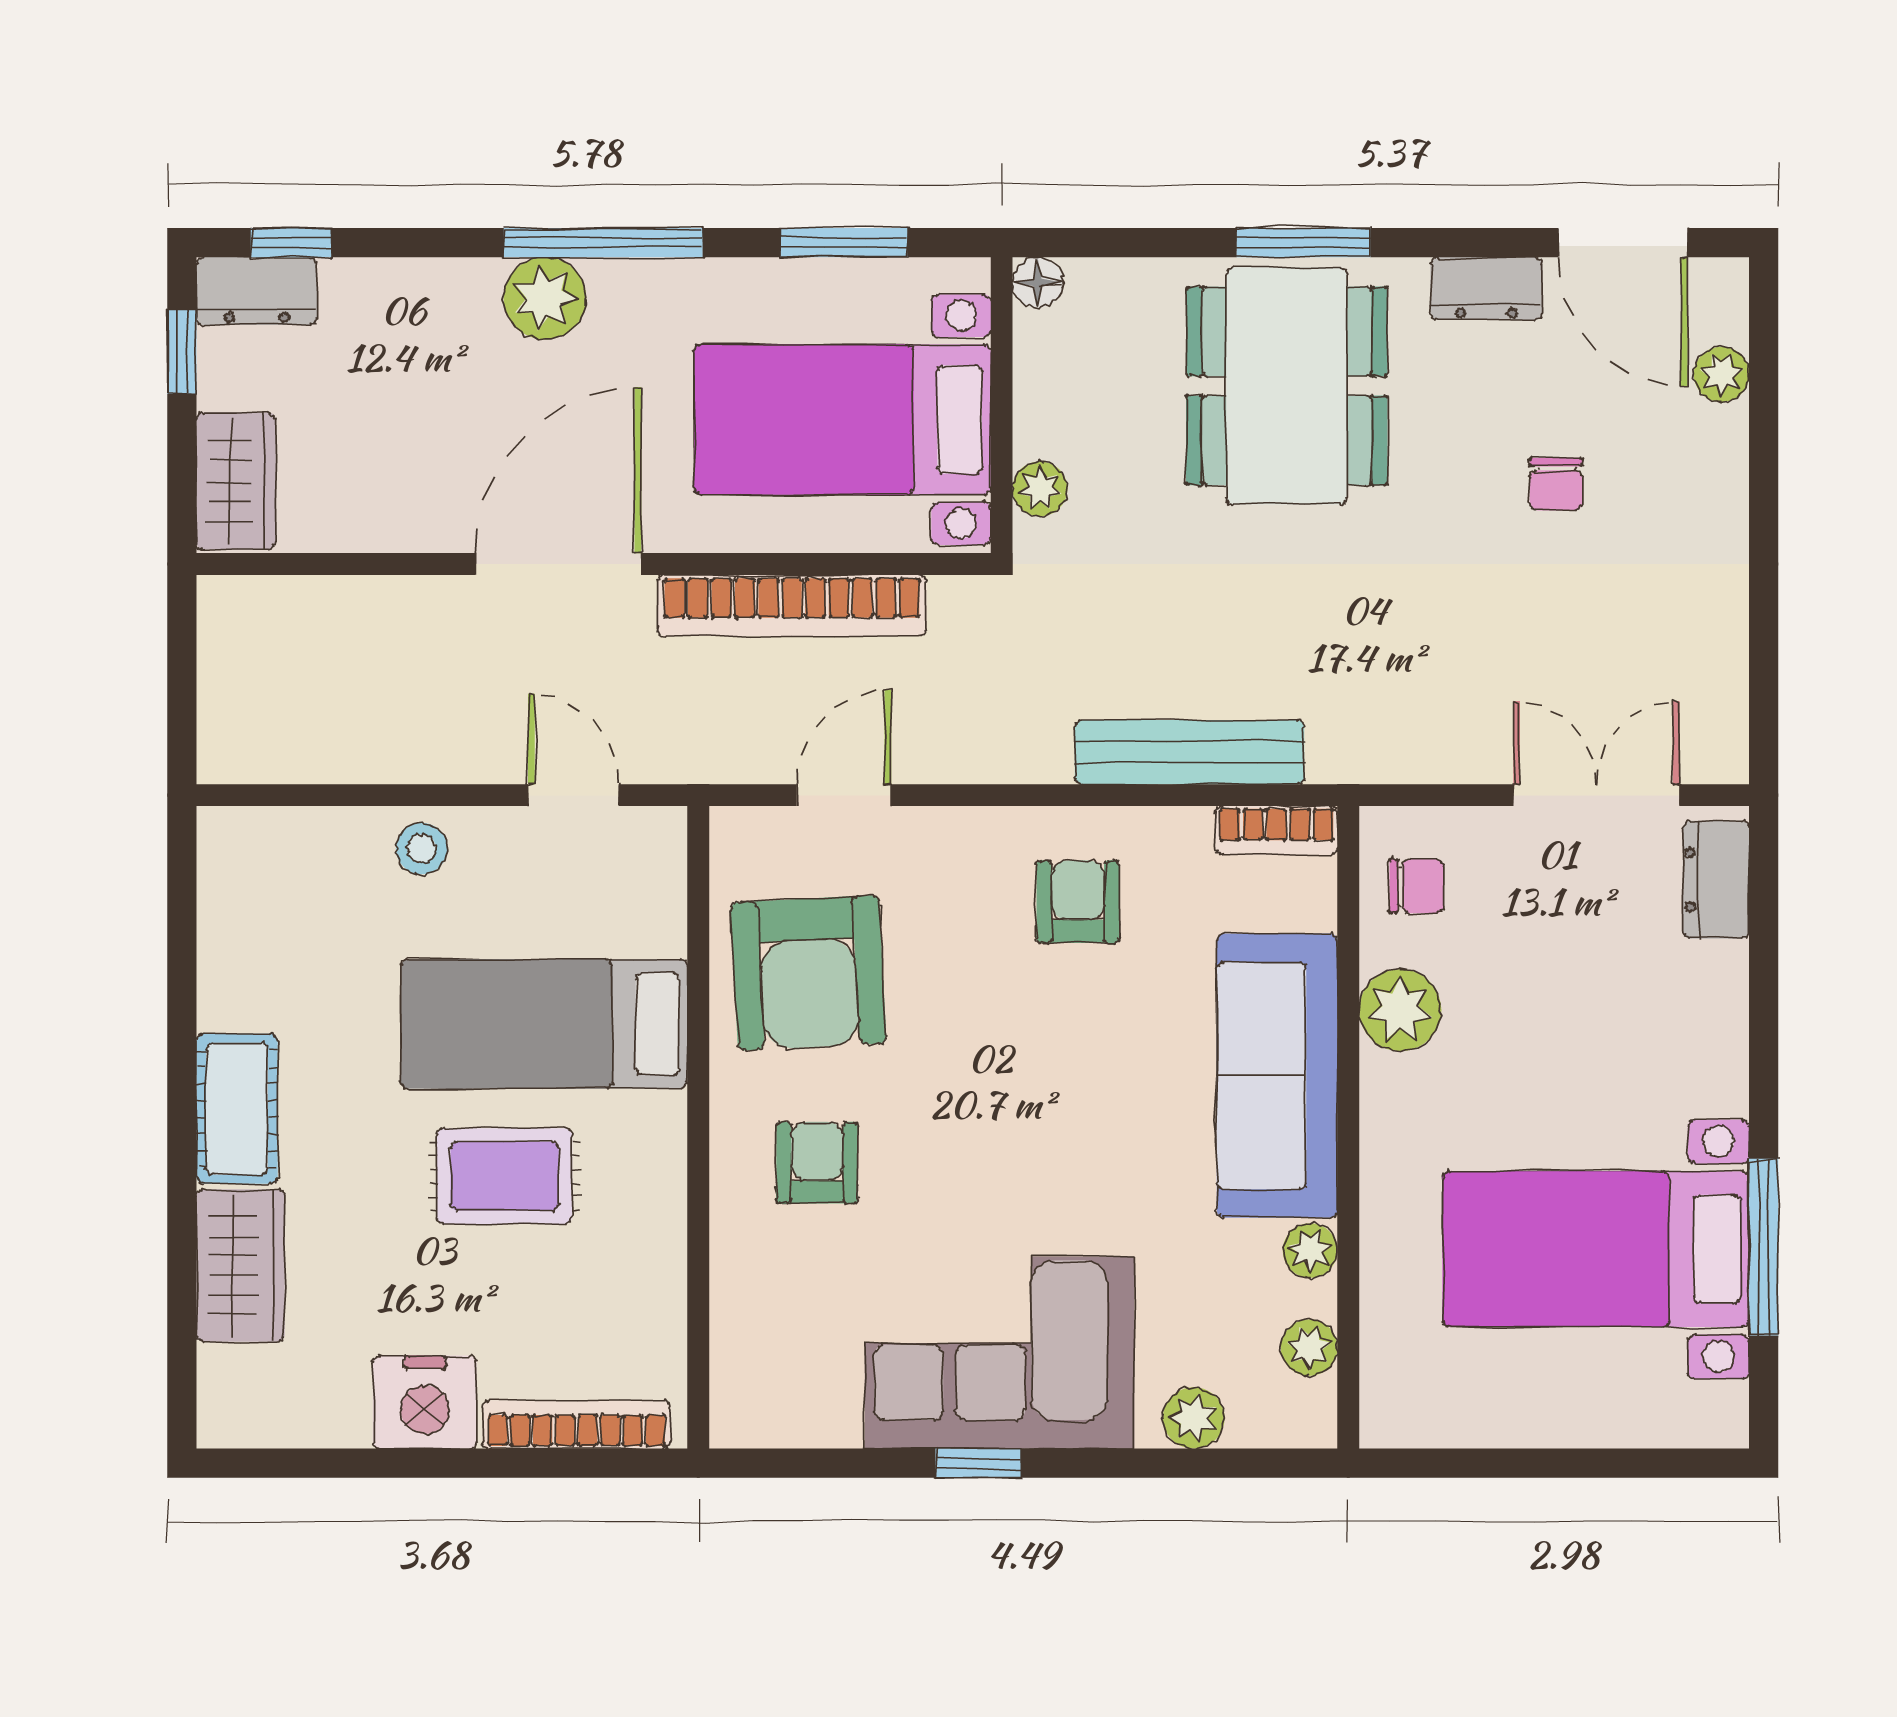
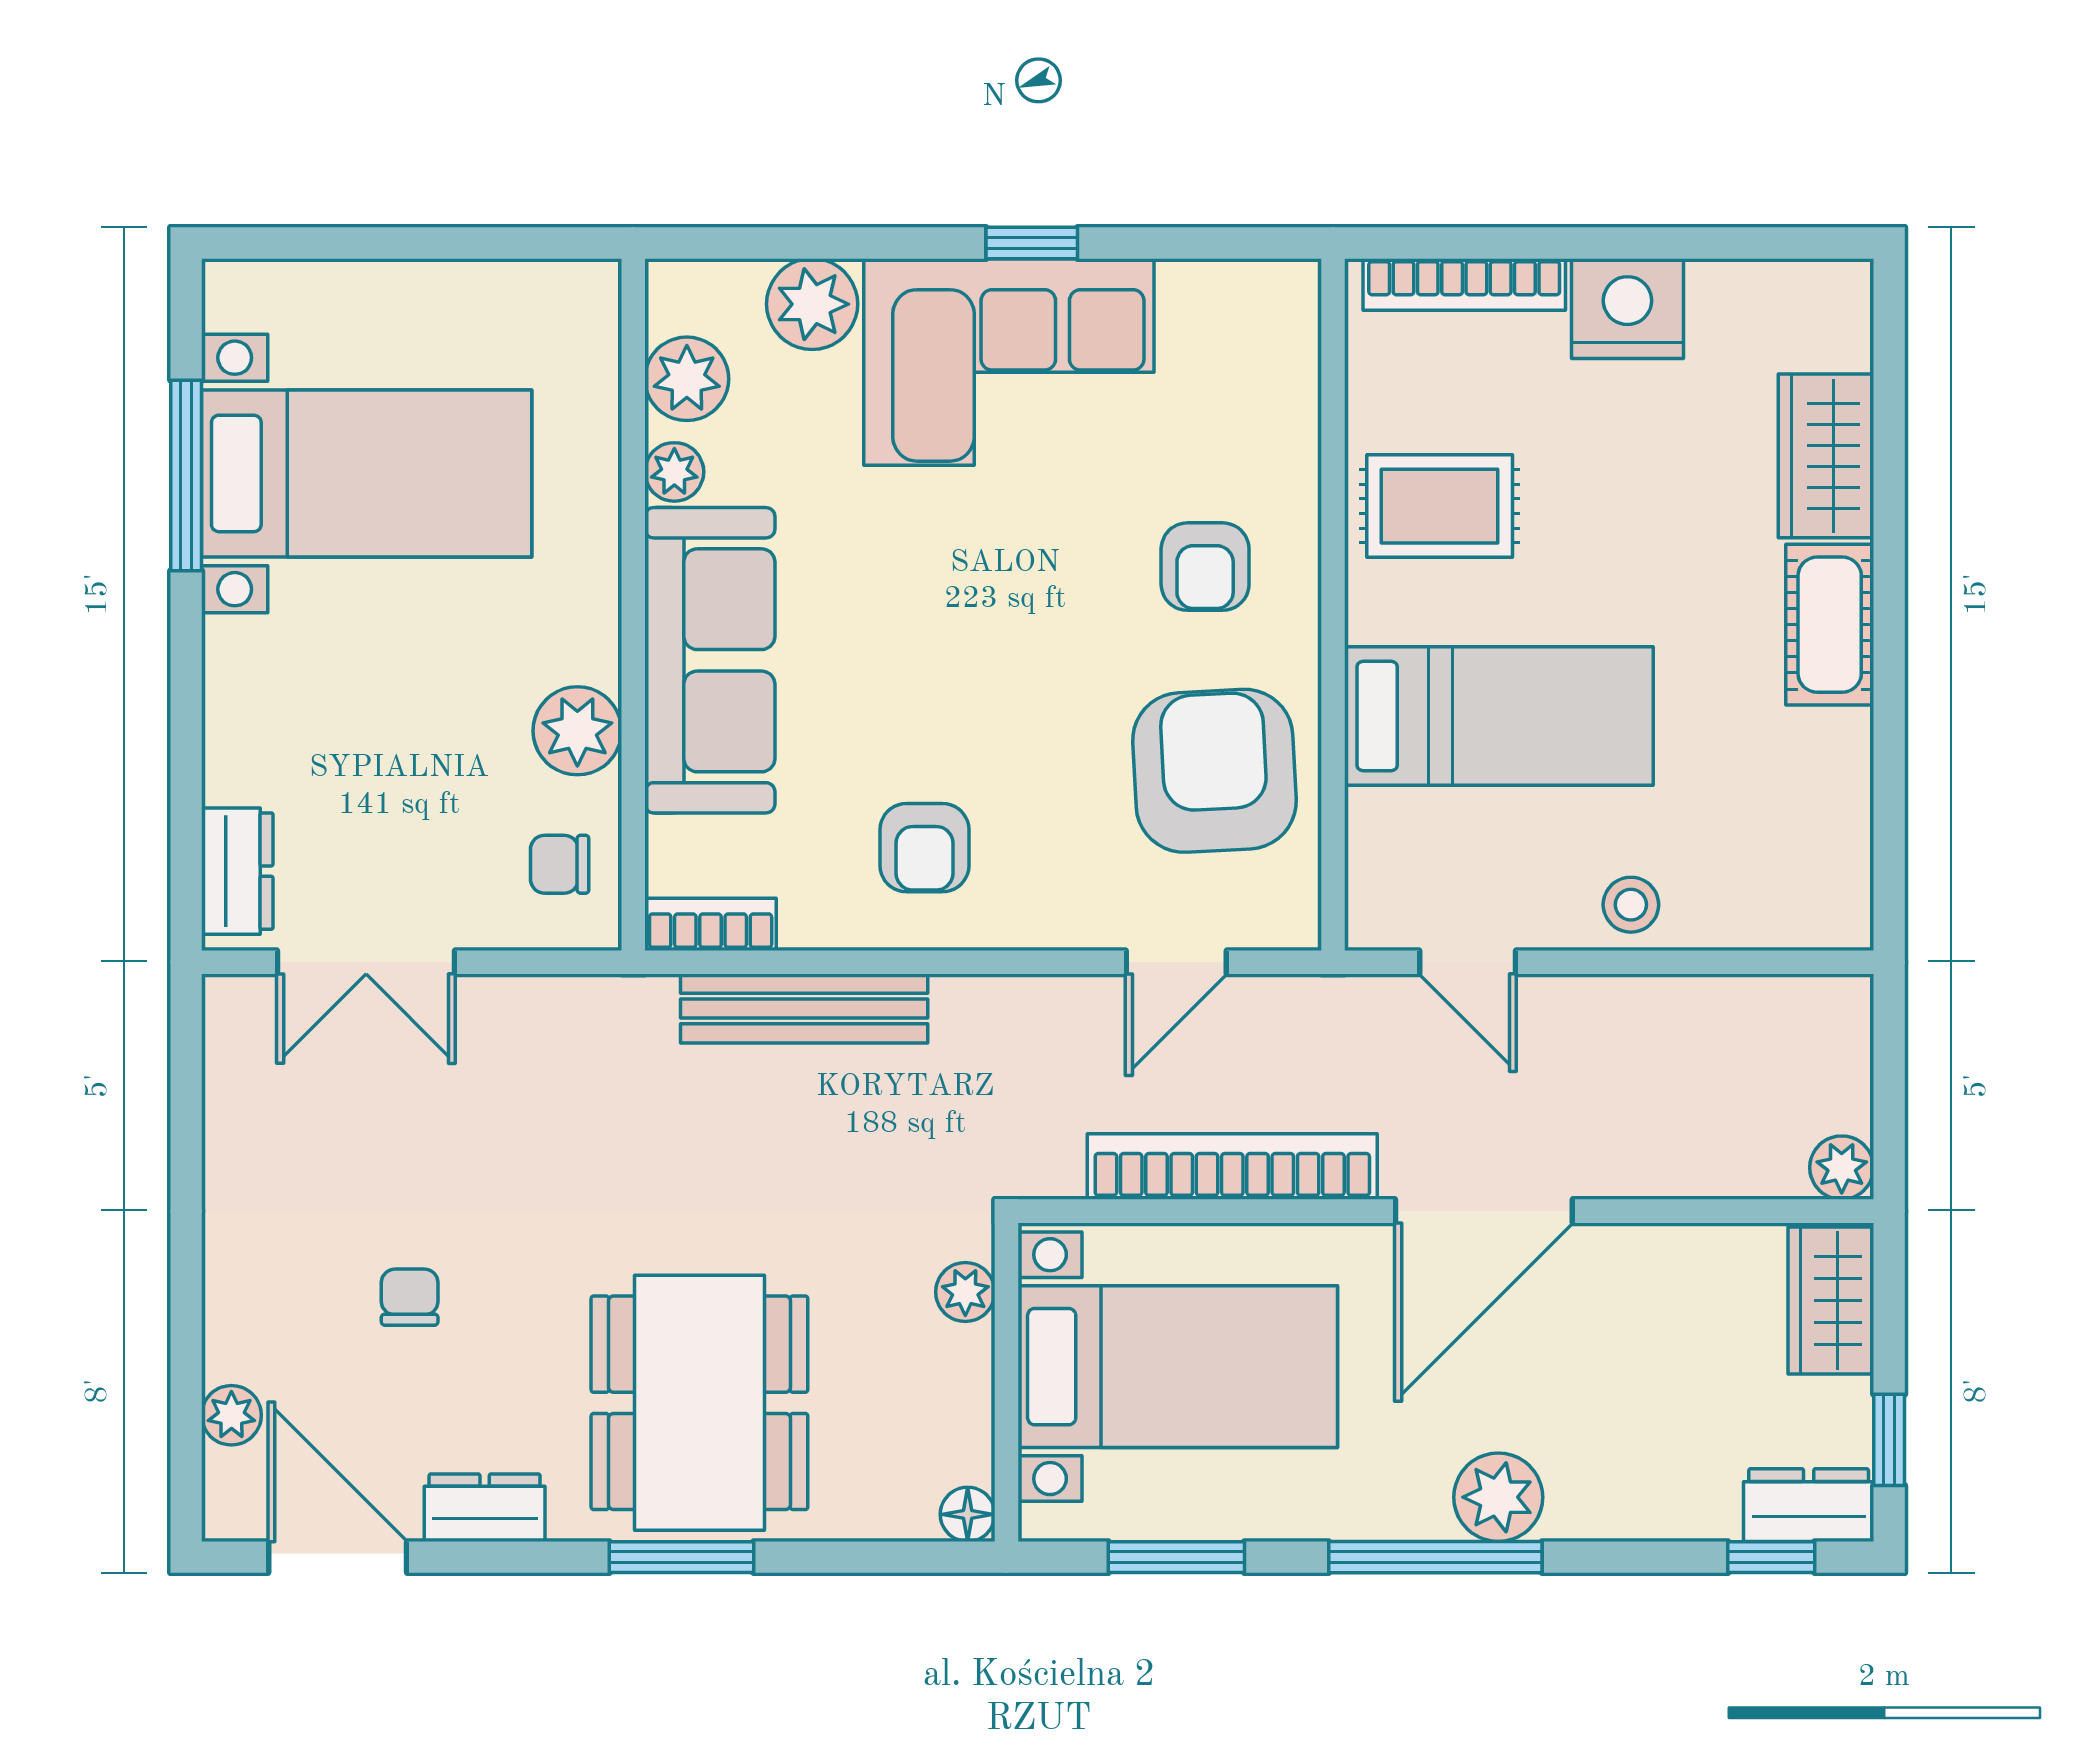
plant: (226, 604) -> (1842, 1168), added
rug: (505, 1176) -> (1440, 506), moved
plant: (1309, 1348) -> (687, 379), width x1.38, depth x1.38
plant: (1194, 1418) -> (812, 304), width x1.38, depth x1.38

